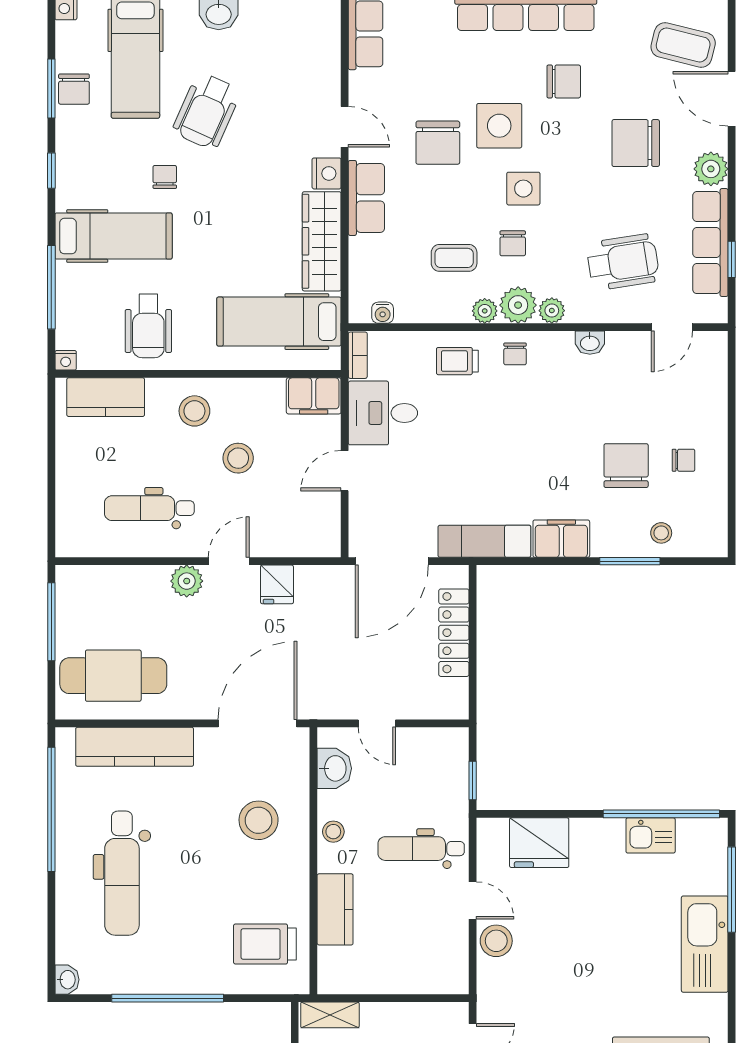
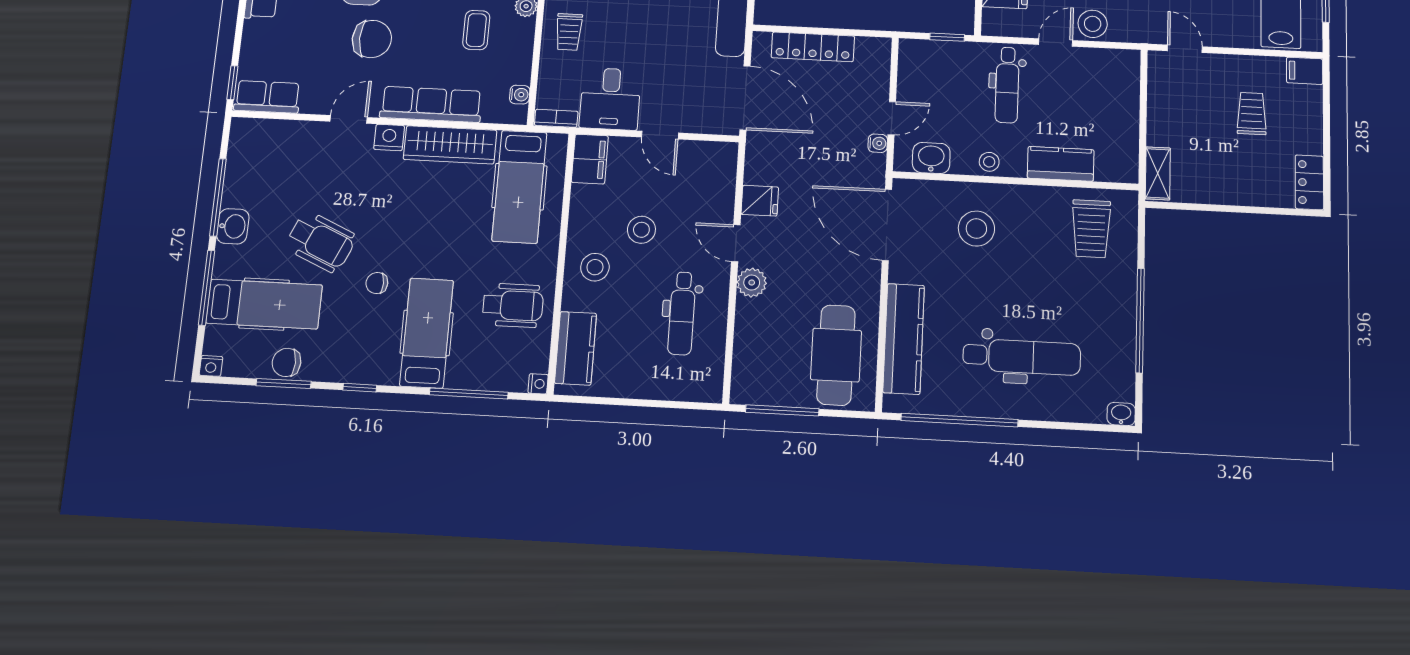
chair: (74, 89) -> (286, 362), turned 180
row of seats: (366, 198) -> (431, 104), width x1.48
water cooler: (348, 709) -> (878, 143), added

